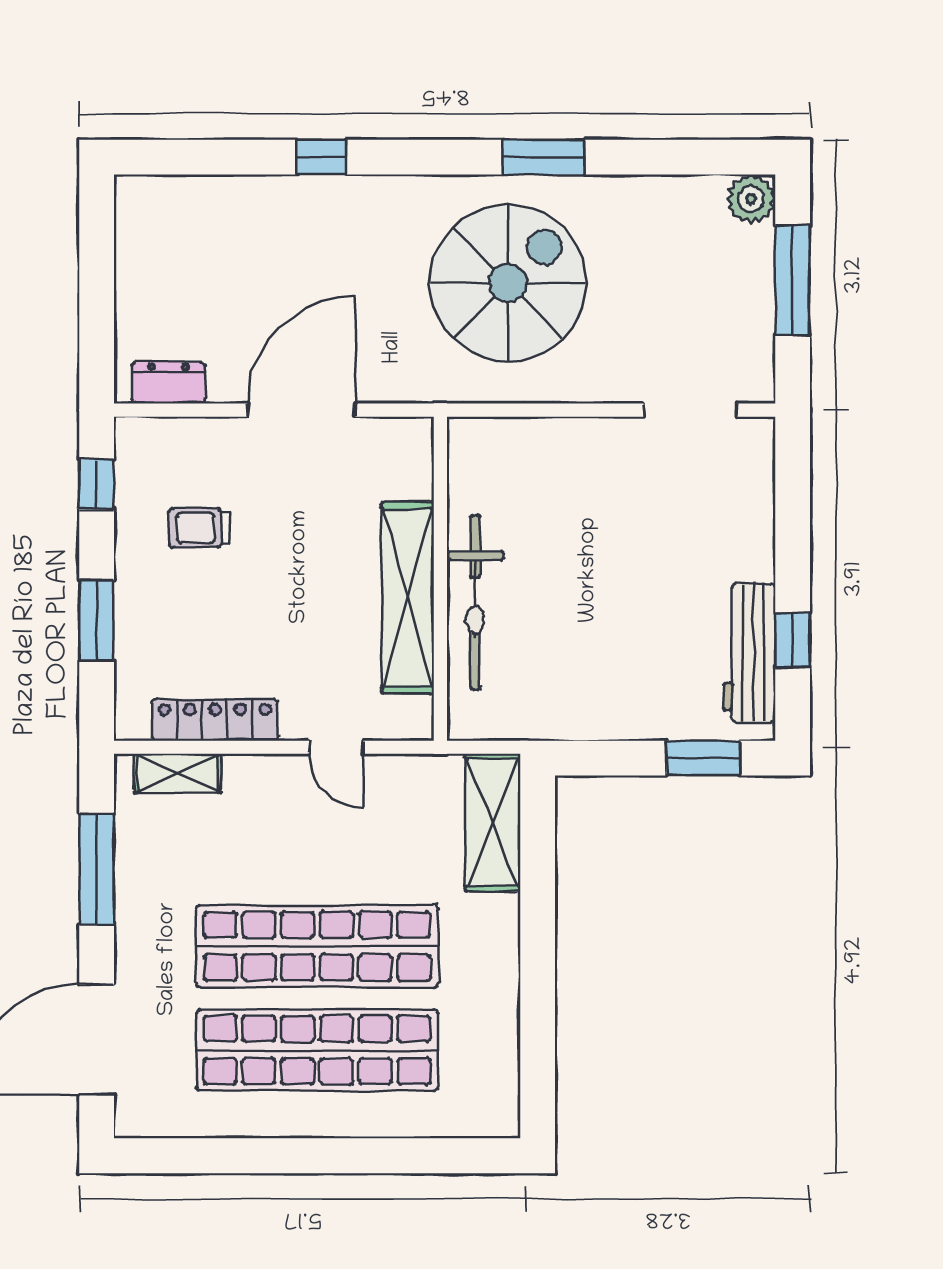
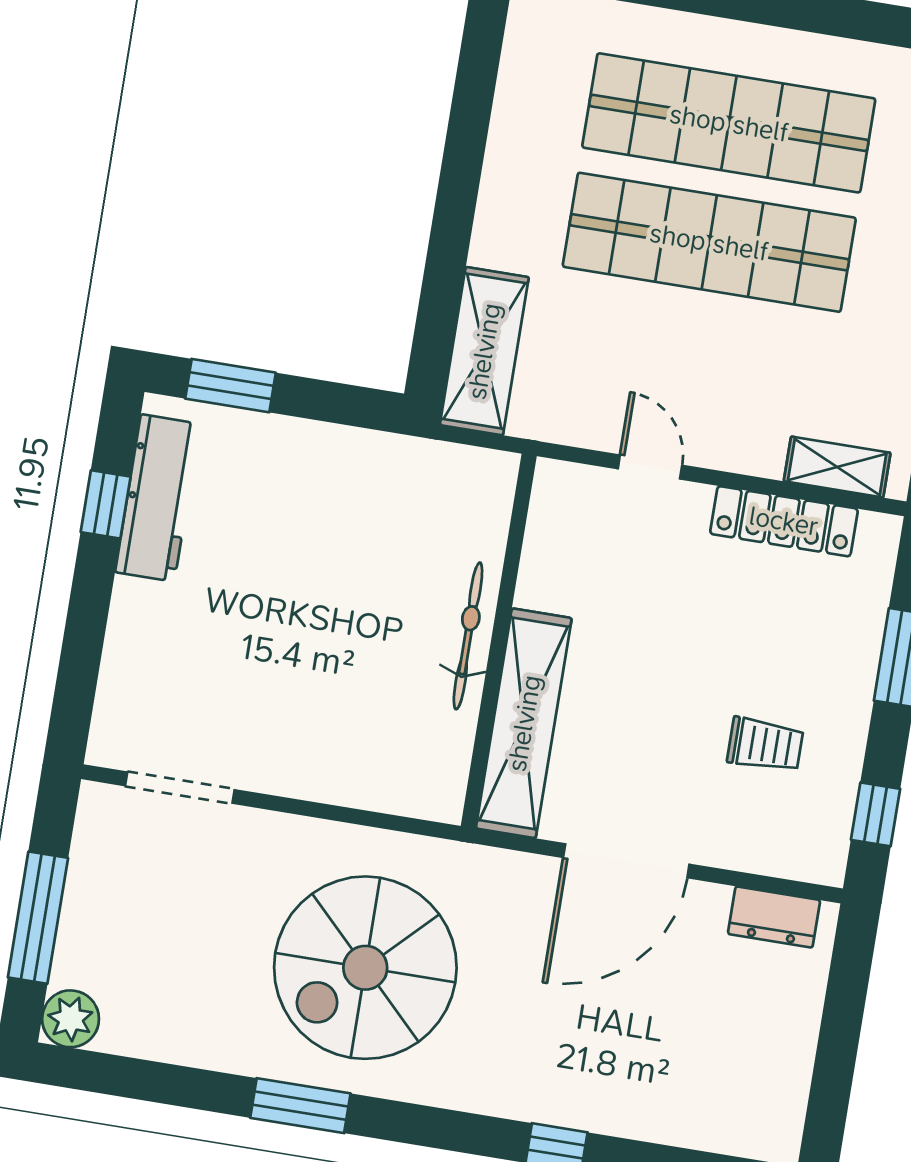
shelving: (408, 598) -> (524, 723), moved
bicycle: (475, 602) -> (468, 636), width x0.73, depth x0.71

